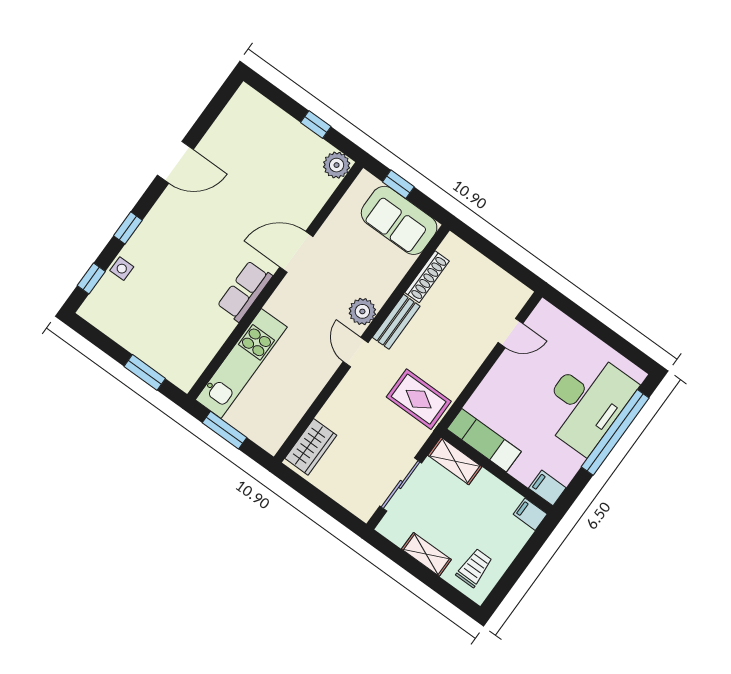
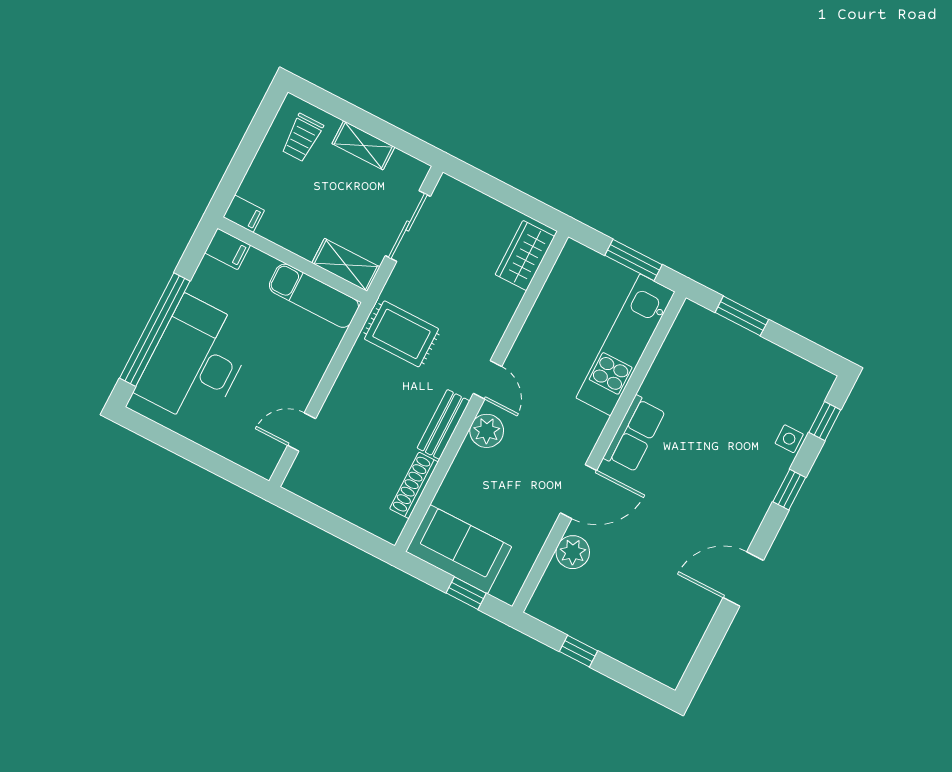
plant: (337, 165) -> (573, 552), moved

